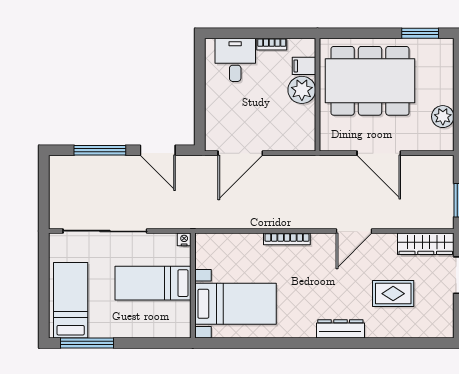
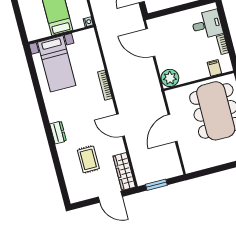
plant: (302, 90) -> (170, 78), moved
plant: (443, 117) -> (205, 161), removed
dresser: (340, 329) -> (58, 133), width x0.70

